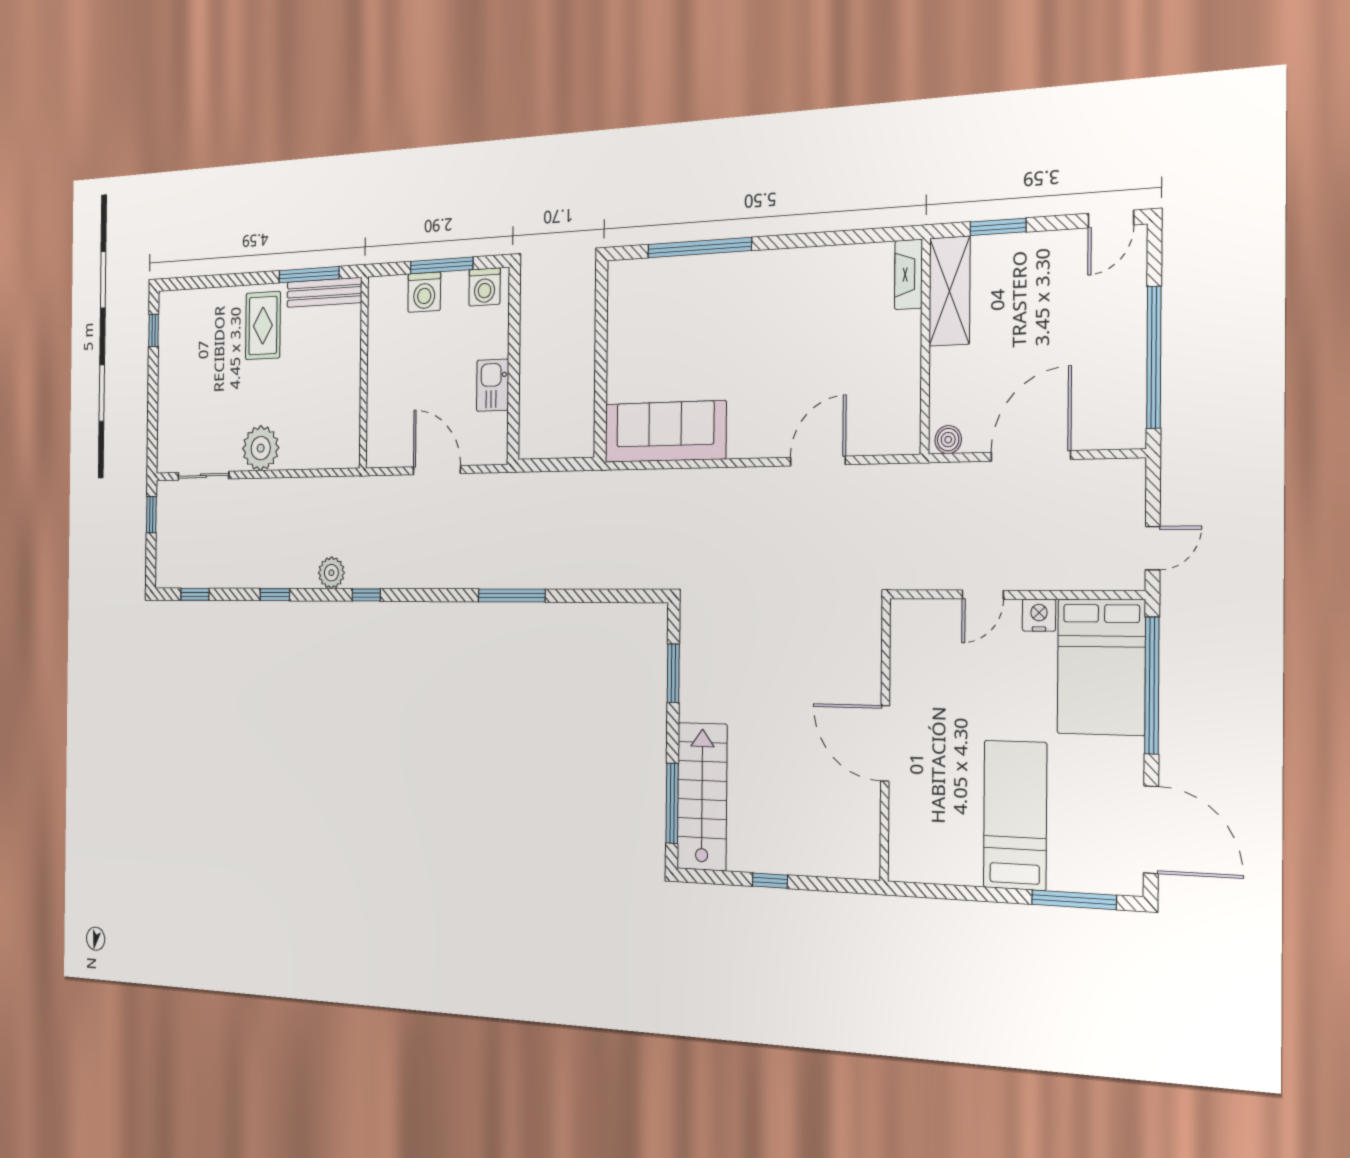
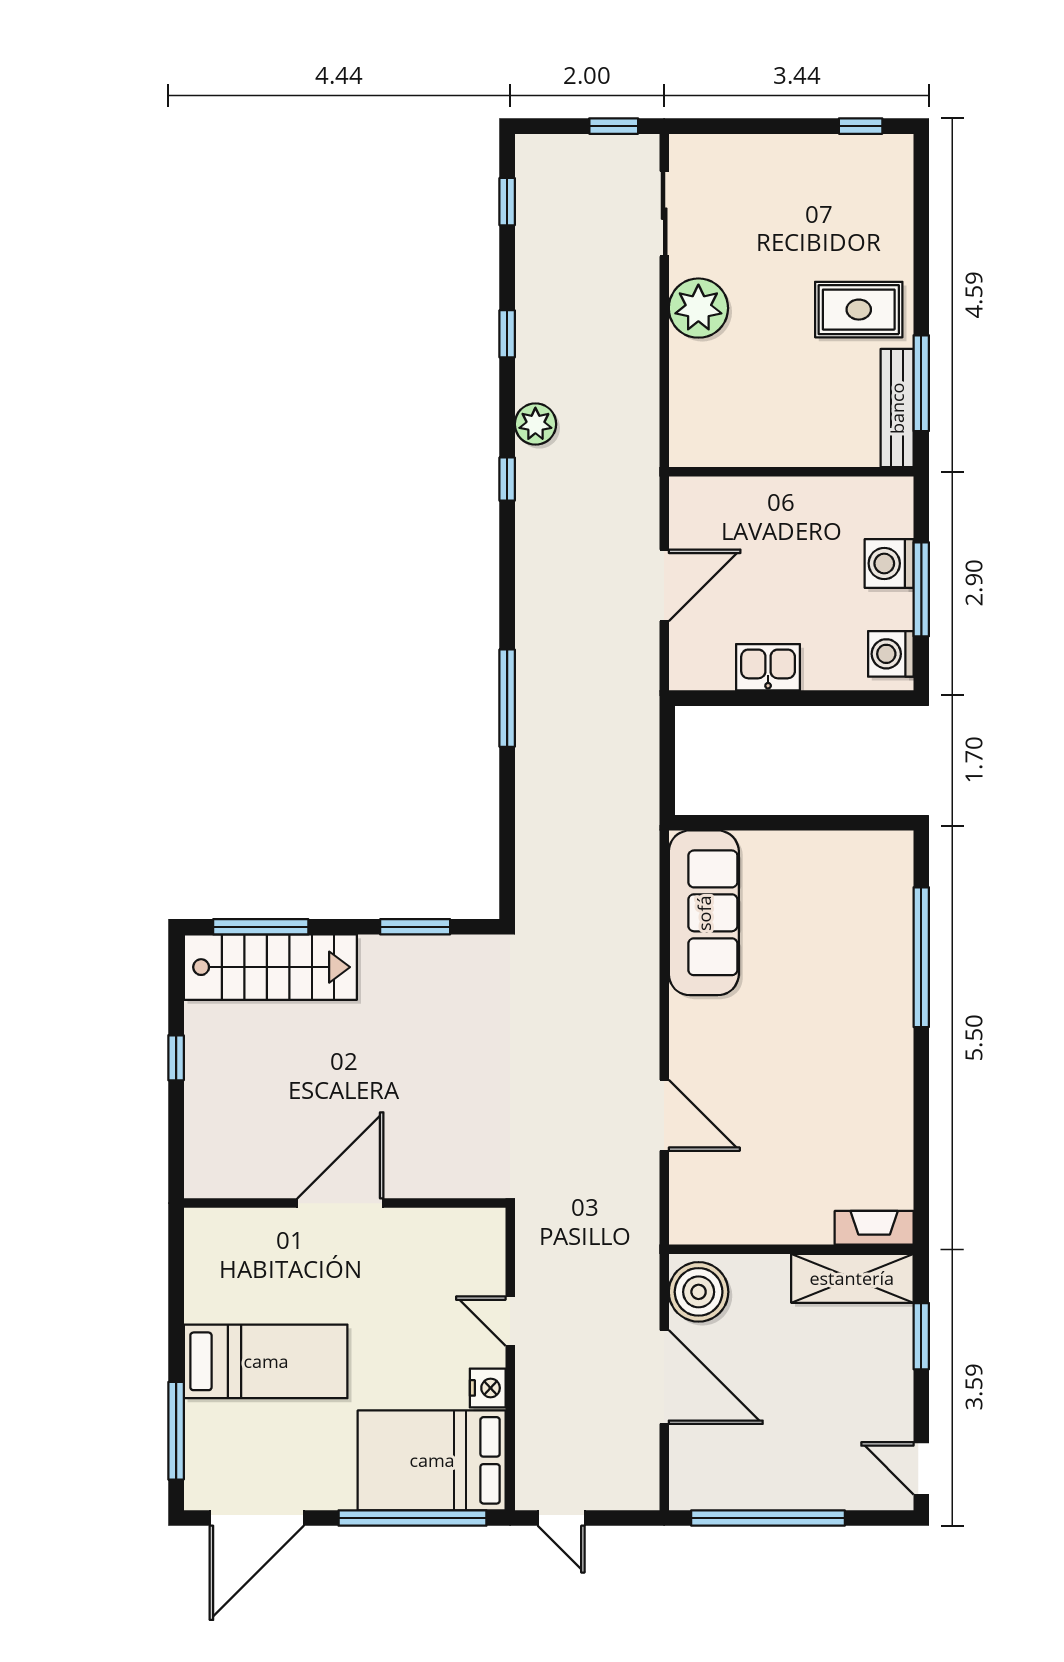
boiler: (948, 440) -> (699, 1292), width x1.86, depth x1.86

